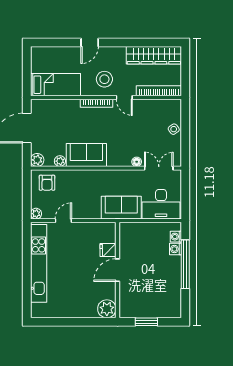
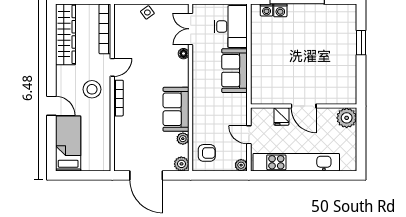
bed: (55, 85) -> (68, 144), moved
fridge: (108, 250) -> (281, 117), moved
door: (118, 270) -> (304, 106), moved
wall: (118, 270) -> (304, 106), moved
plant: (107, 309) -> (347, 118), moved

